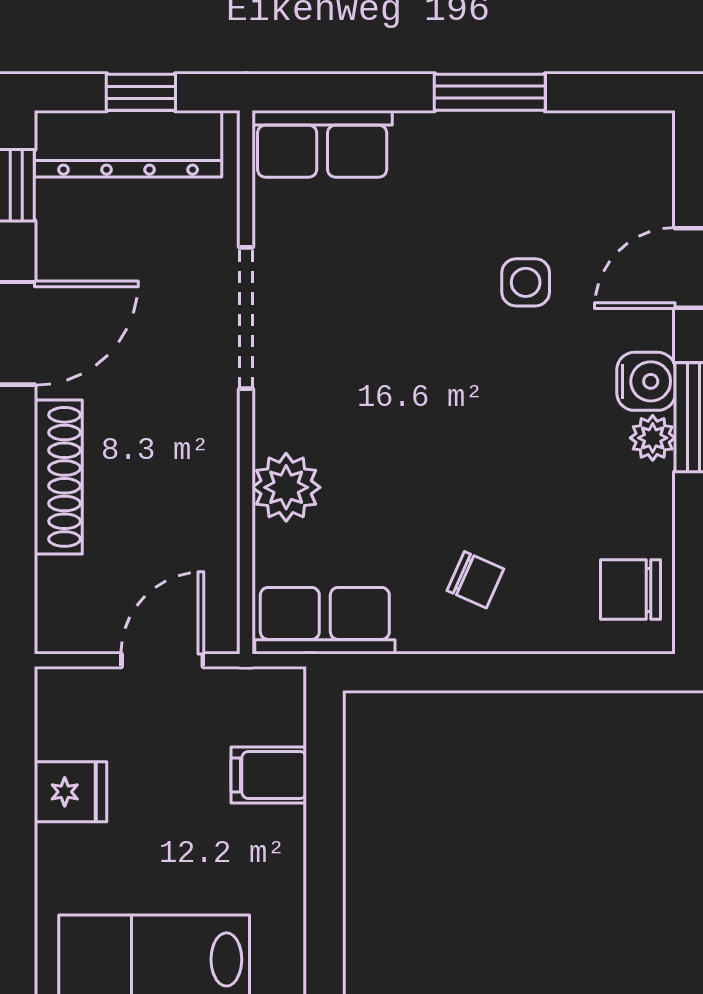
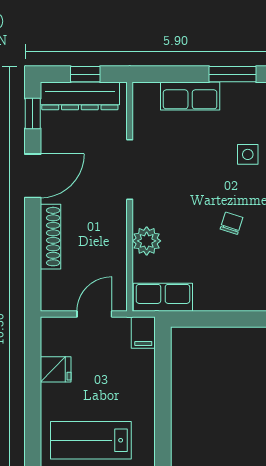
row of seats: (322, 144) -> (190, 96), moved
chair: (475, 580) -> (231, 223), moved, turned -96
filing cabinet: (269, 775) -> (143, 332), moved, turned -90

